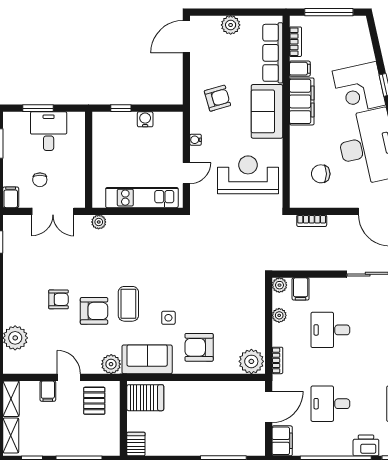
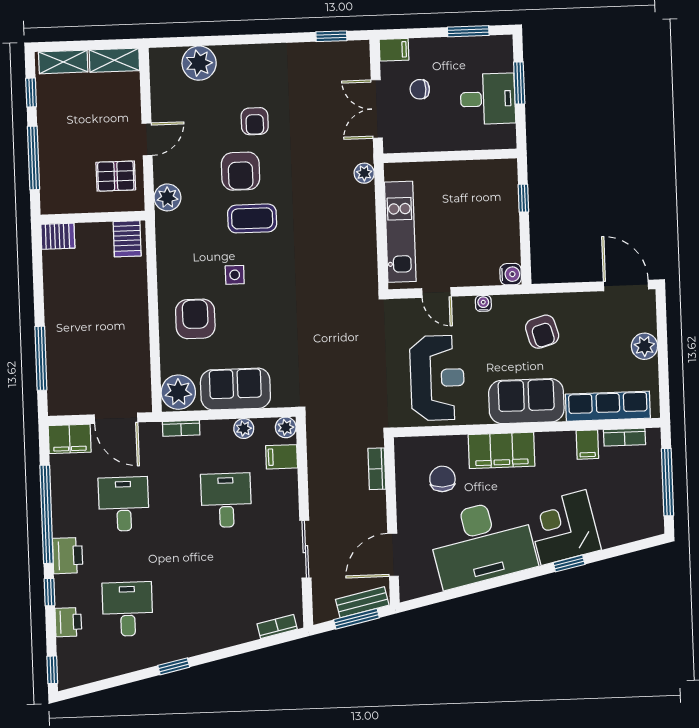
filing cabinet: (302, 101) -> (501, 450), moved
water cooler: (145, 119) -> (511, 274), moved
sofa: (147, 359) -> (235, 389), moved, turned -90
filing cabinet: (48, 391) -> (127, 111), removed
server rack: (145, 398) -> (127, 239), width x0.73, depth x0.70

